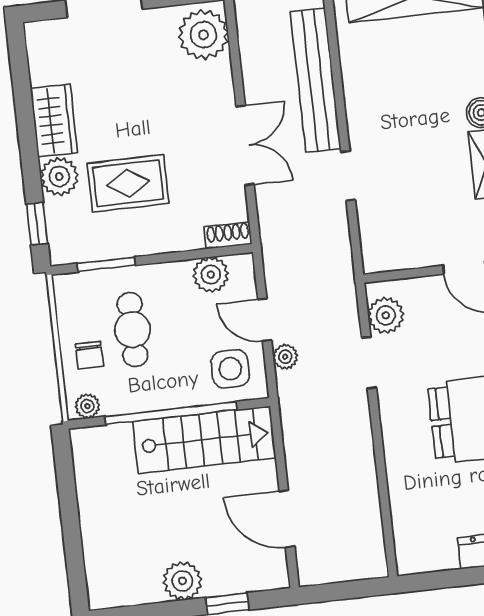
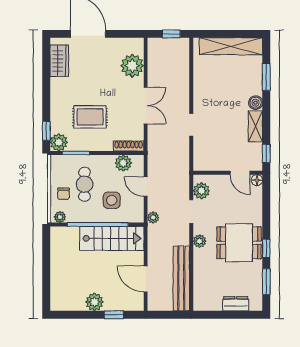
plant: (203, 35) -> (132, 66), moved
bench: (316, 80) -> (181, 278), moved
wardrobe: (54, 120) -> (59, 61), moved
plant: (59, 177) -> (59, 142), moved
shoe rack: (228, 235) -> (129, 146), width x1.43
plant: (285, 357) -> (153, 217), moved
side table: (230, 369) -> (112, 200), moved
plant: (394, 424) -> (200, 241), added

